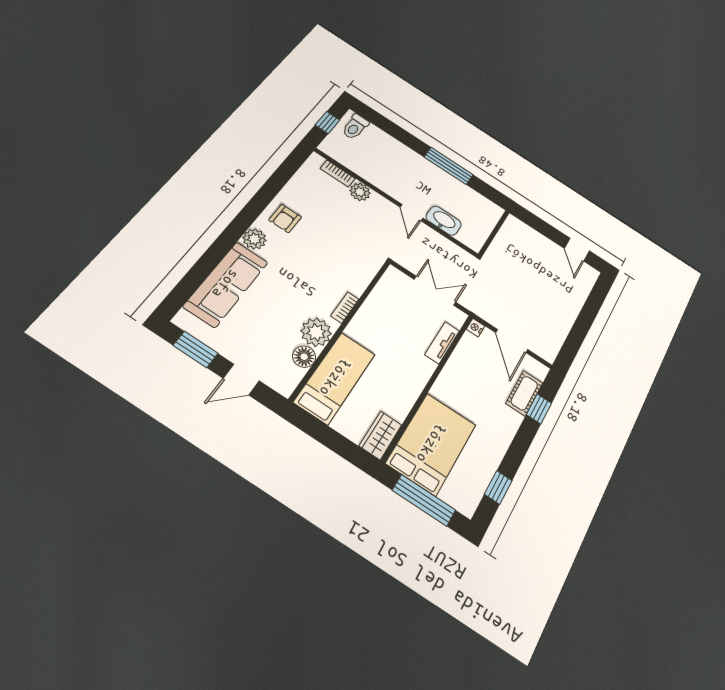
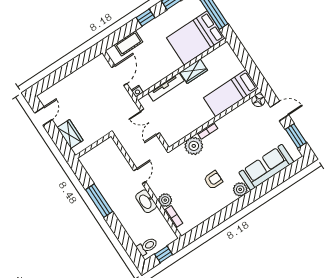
armchair: (285, 218) -> (213, 180), moved
washbasin: (444, 221) -> (146, 201), moved
wardrobe: (532, 238) -> (70, 134), added
plant: (316, 332) -> (194, 146), moved
tv unit: (442, 343) -> (166, 87), width x1.41
floor lamp: (304, 357) -> (258, 100), moved
window: (539, 409) -> (145, 18), moved
wardrobe: (380, 435) -> (194, 71), moved

